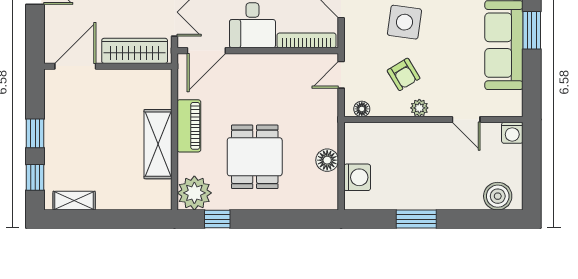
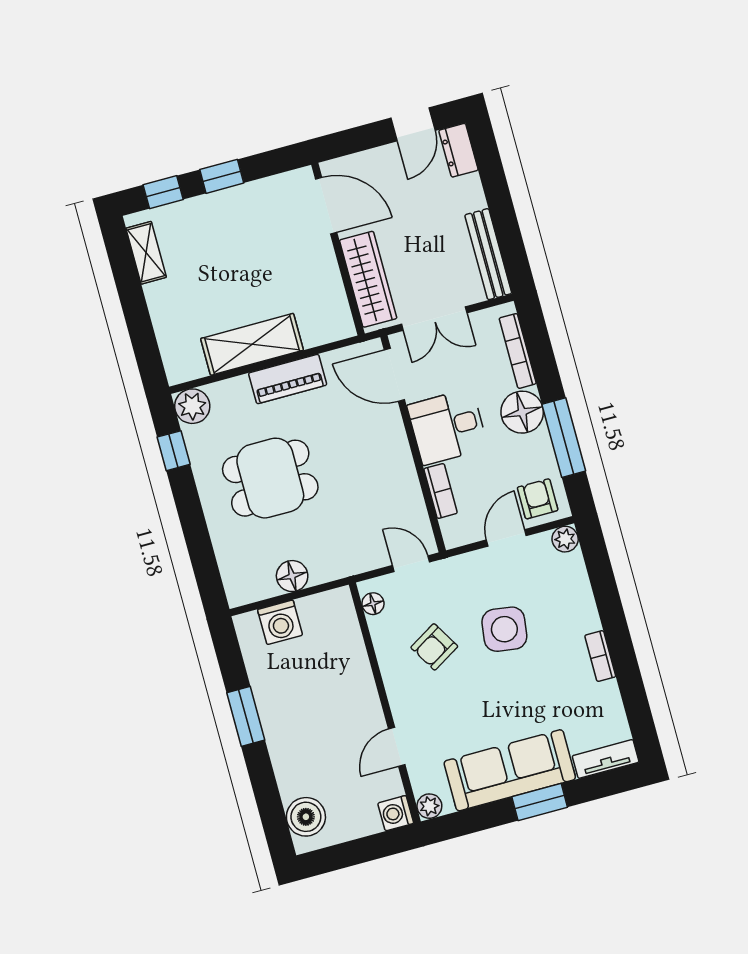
bookcase: (307, 40) -> (441, 491), width x0.64
plant: (419, 108) -> (429, 806), moved
plant: (194, 193) -> (192, 406), width x0.73, depth x0.73

